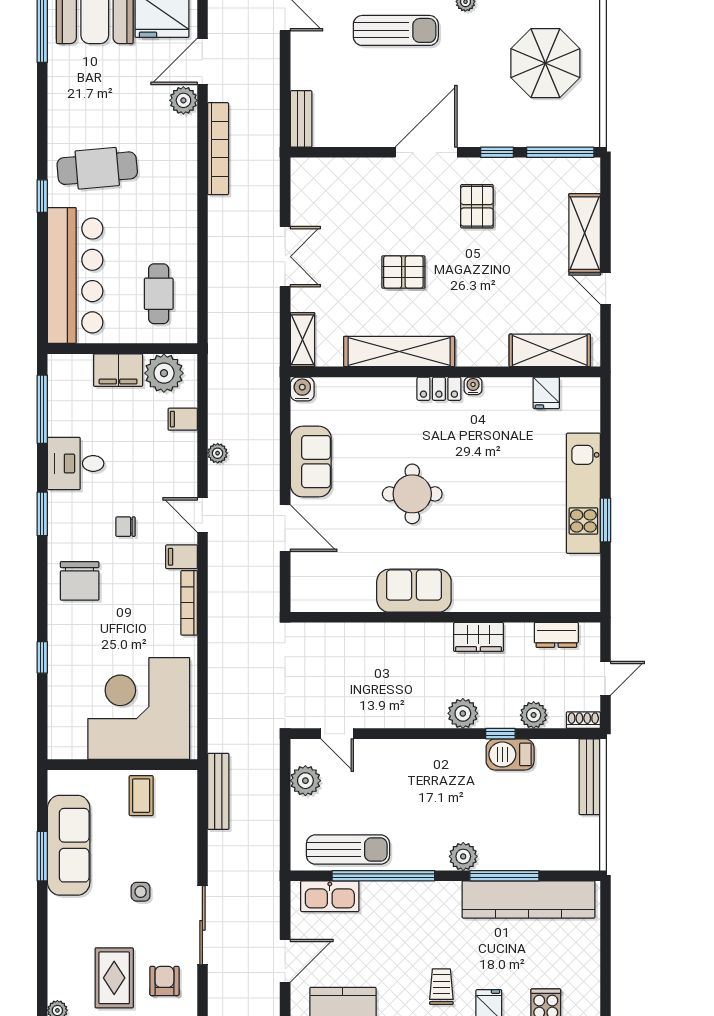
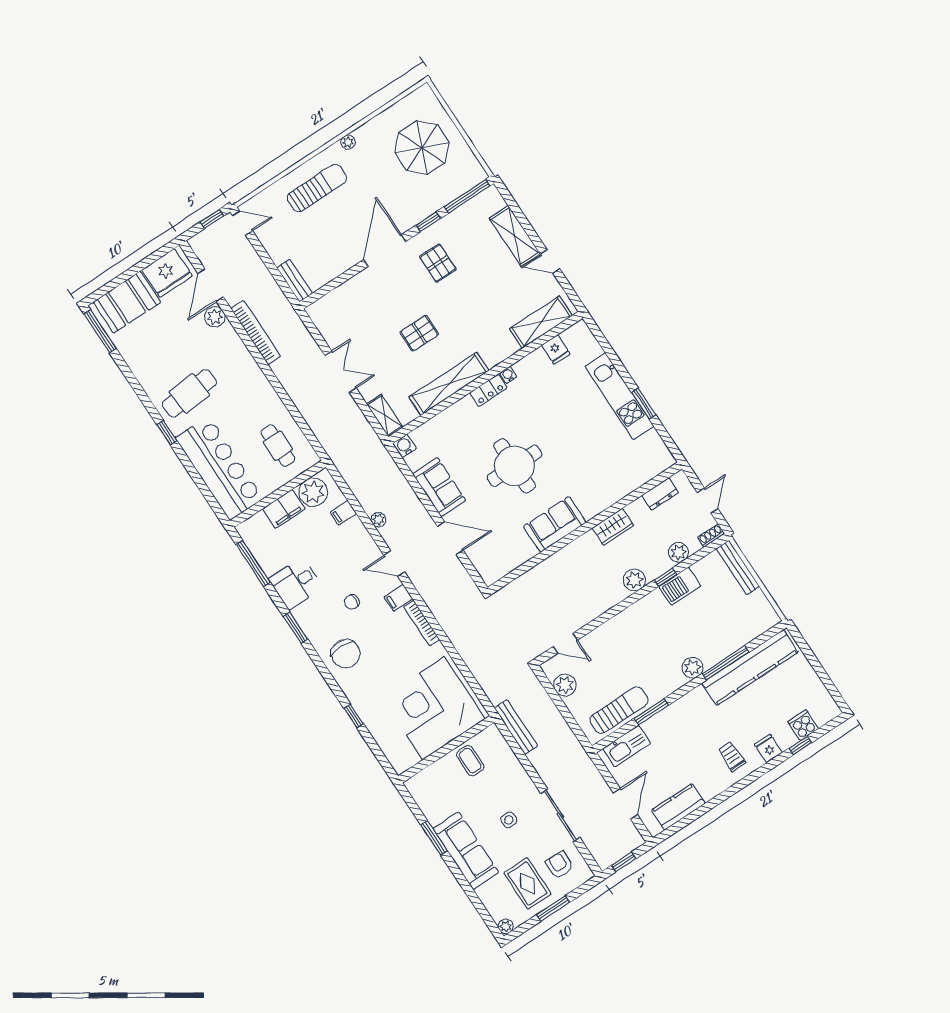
round table: (412, 494) -> (514, 466), width x1.36, depth x1.36
sofa: (69, 845) -> (466, 851), moved
window: (383, 876) -> (651, 712), width x0.47

